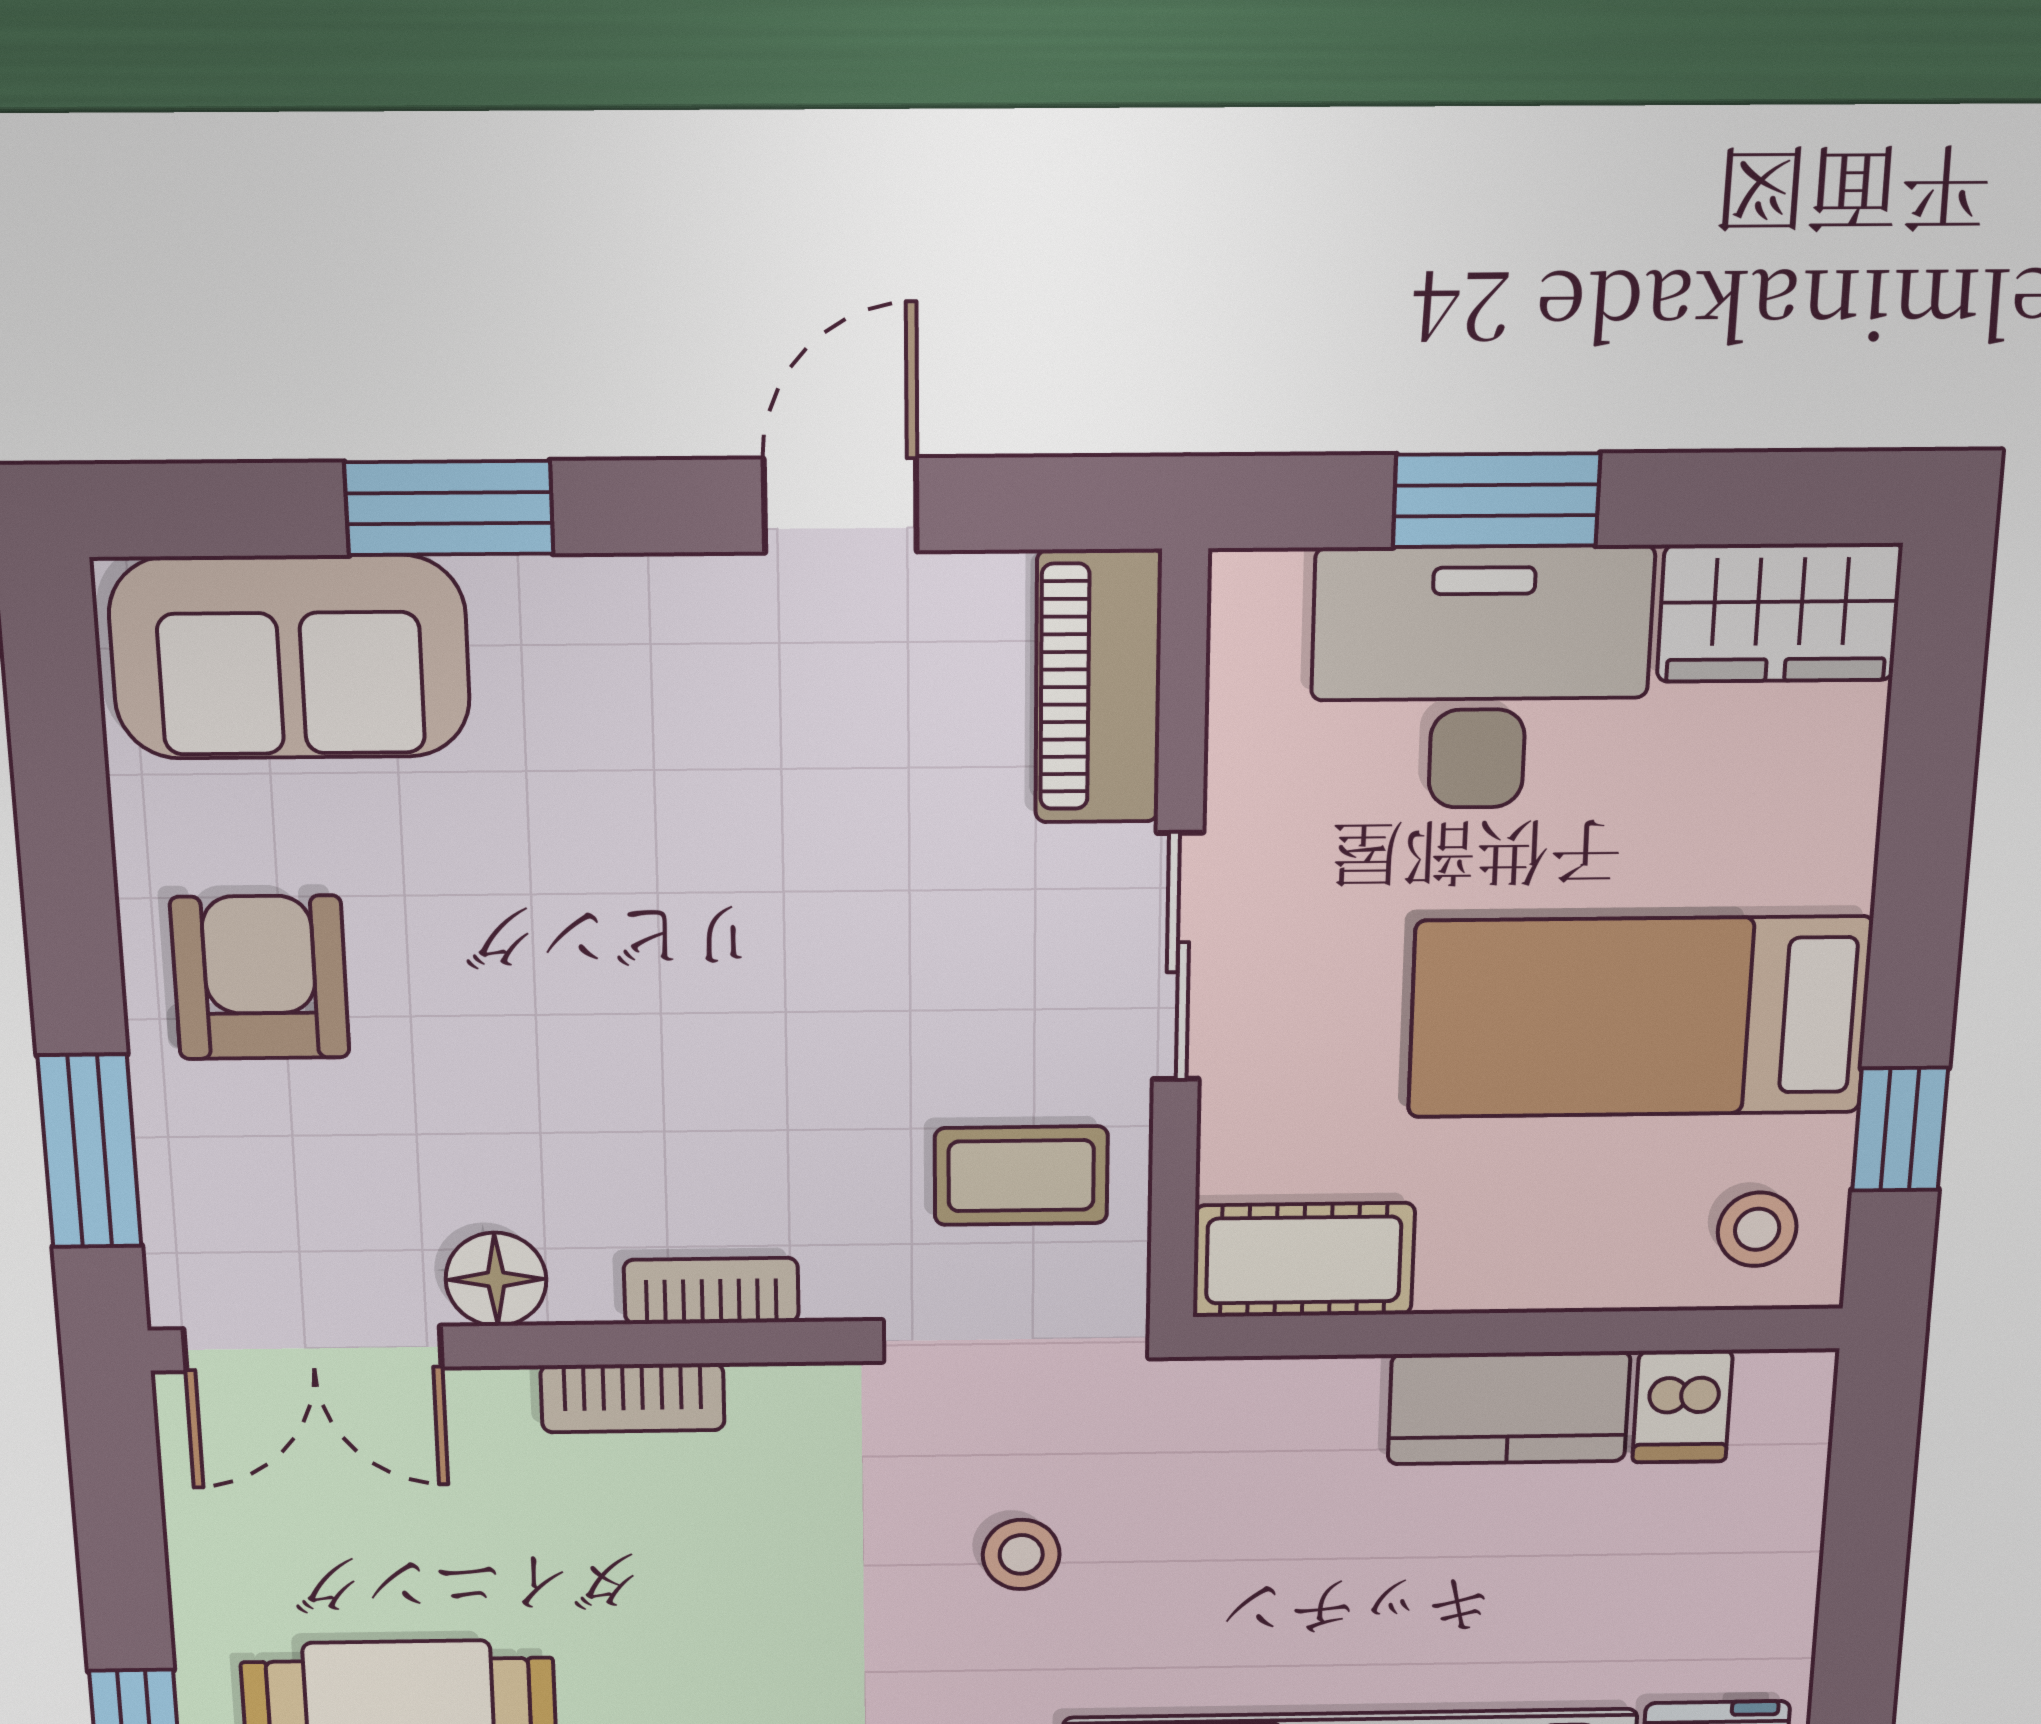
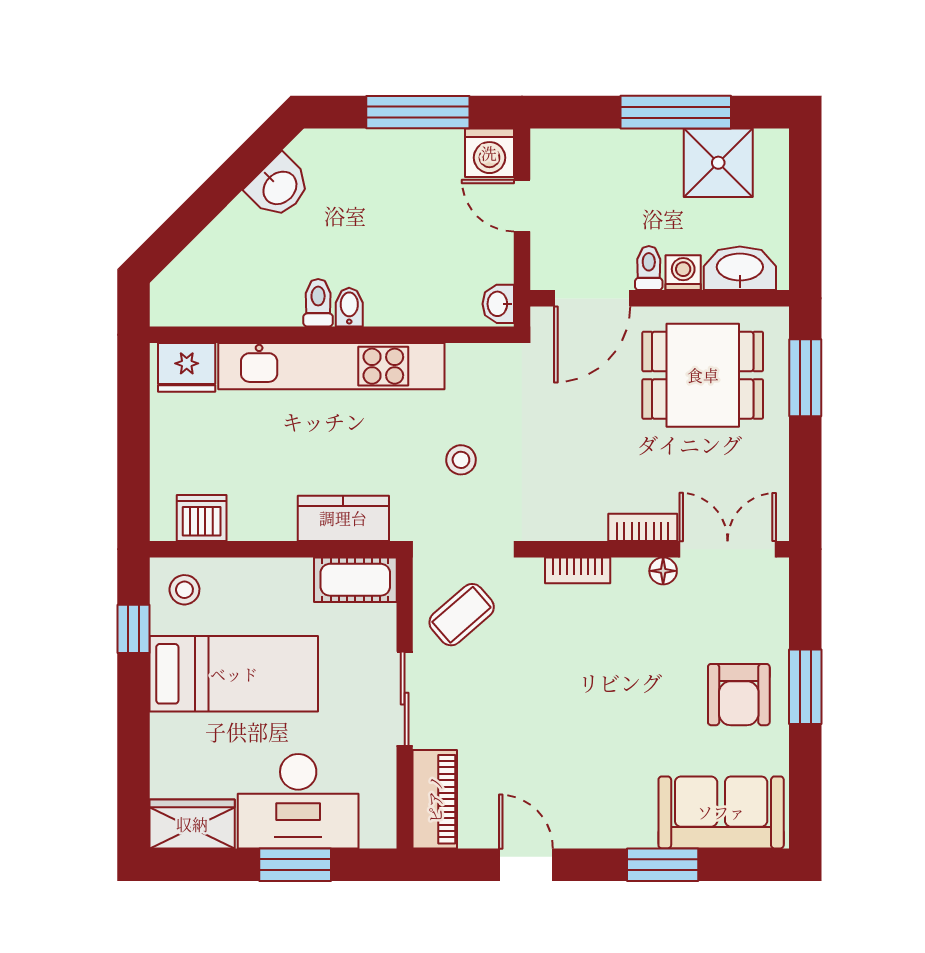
door: (840, 505) -> (526, 865), swing flipped
window: (90, 1151) -> (805, 687), moved
coffee table: (1021, 1176) -> (462, 615), turned -41
floor lamp: (496, 1279) -> (663, 571), width x0.73, depth x0.73
bookcase: (633, 1398) -> (643, 527), moved
dishwasher: (1682, 1406) -> (202, 518), width x1.38
kitchen counter: (1509, 1408) -> (343, 518), moved

